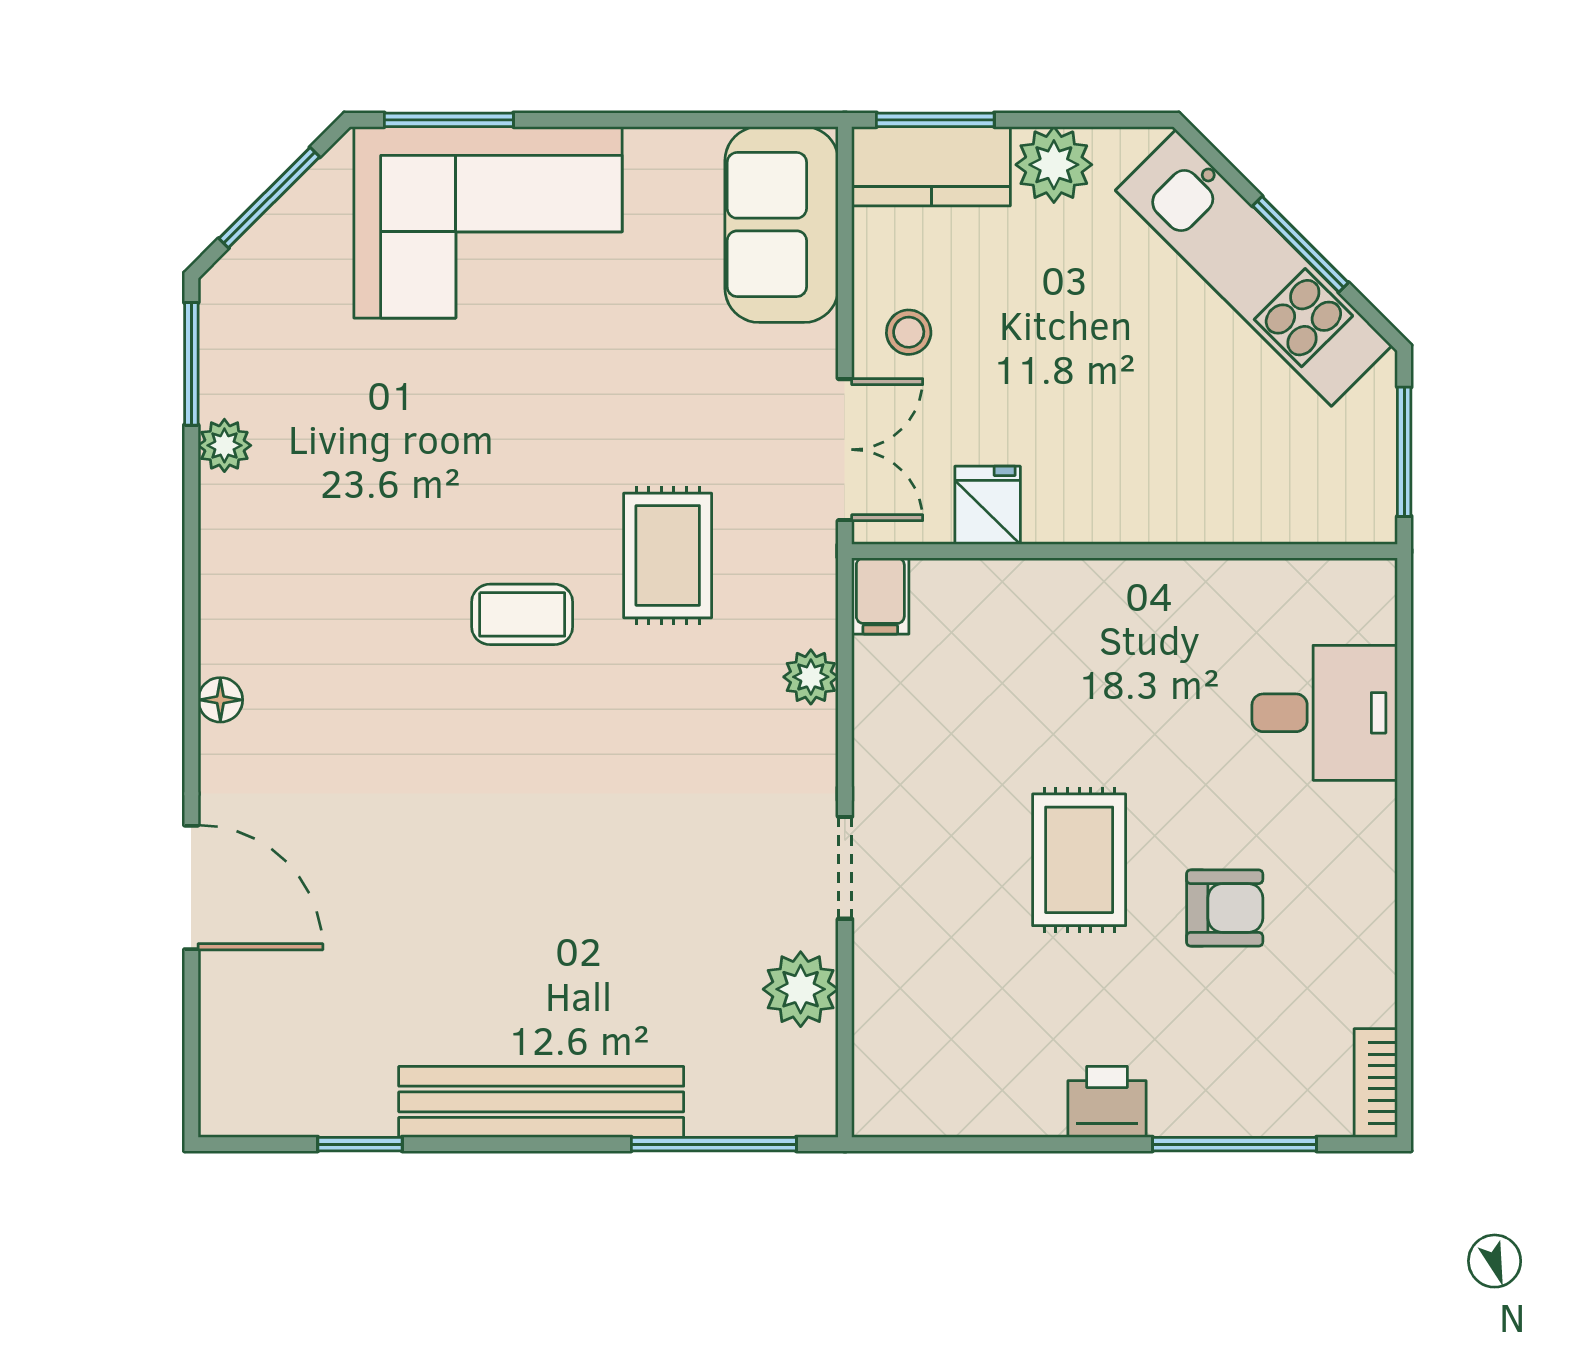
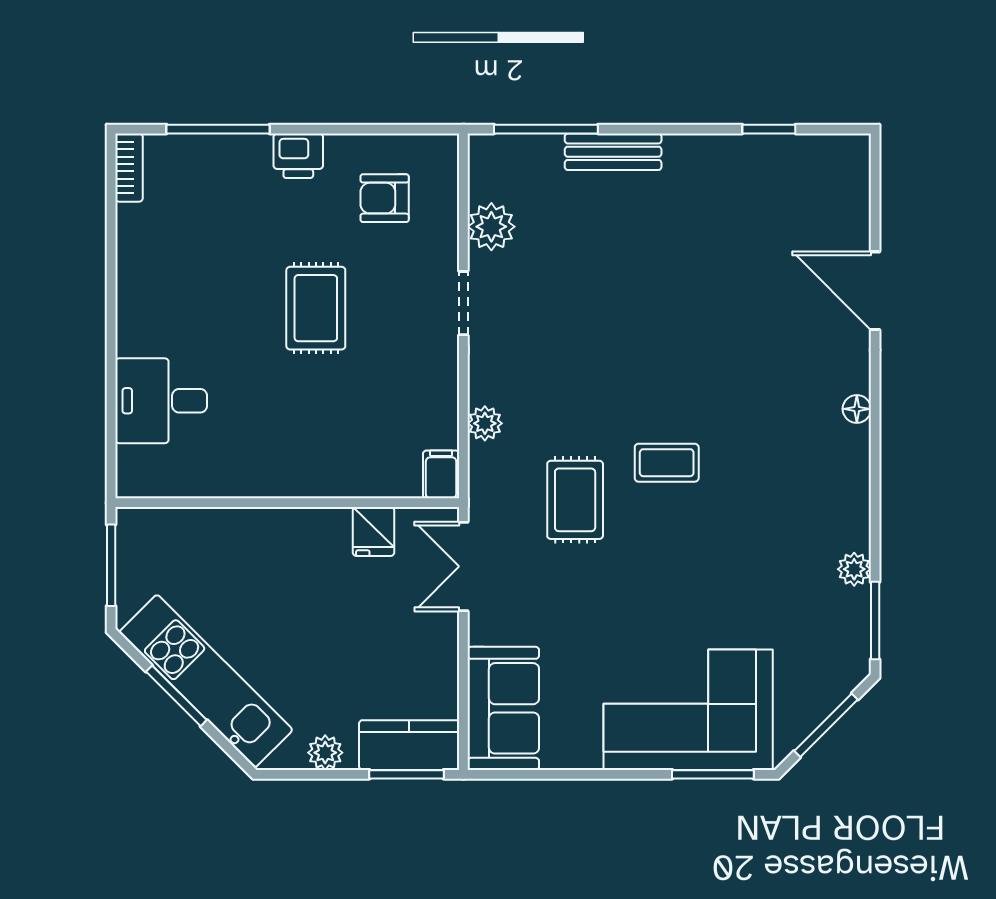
plant: (1054, 165) -> (325, 753), width x0.73, depth x0.73
stool: (909, 332) -> (423, 641), removed
armchair: (1225, 908) -> (385, 198), moved
bench: (541, 1102) -> (613, 152), width x0.54, depth x0.82

